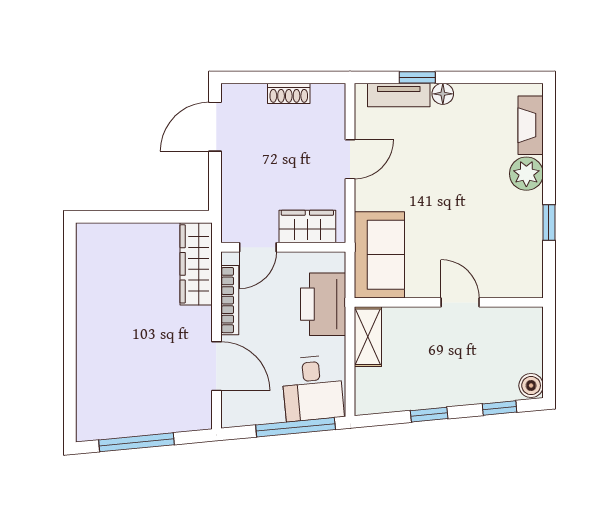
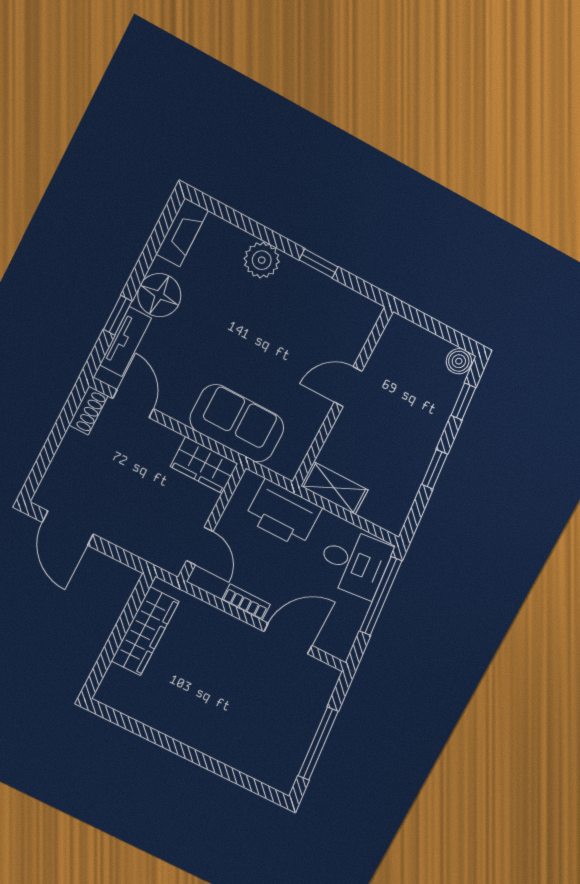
shoe rack: (289, 93) -> (88, 410), moved
floor lamp: (443, 94) -> (159, 295), width x1.89, depth x1.89
fireplace: (531, 125) -> (182, 232), moved, turned -90
door: (350, 159) -> (133, 404), moved
wardrobe: (307, 227) -> (204, 465), moved, turned -90
sofa: (379, 255) -> (237, 423), moved
wardrobe: (196, 264) -> (145, 631), moved, turned -90
bookcase: (230, 300) -> (246, 602), width x0.64

